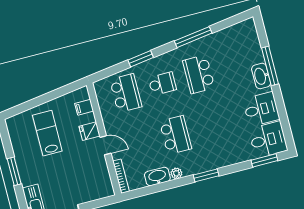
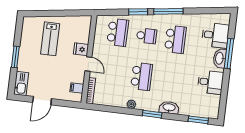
window: (193, 37) -> (168, 11), moved
school desk: (199, 74) -> (175, 39), turned 180
filing cabinet: (84, 107) -> (77, 88), moved
lab bench: (47, 133) -> (50, 39), turned 180
desk: (268, 140) -> (215, 35), moved
washbasin: (157, 177) -> (169, 108), moved

